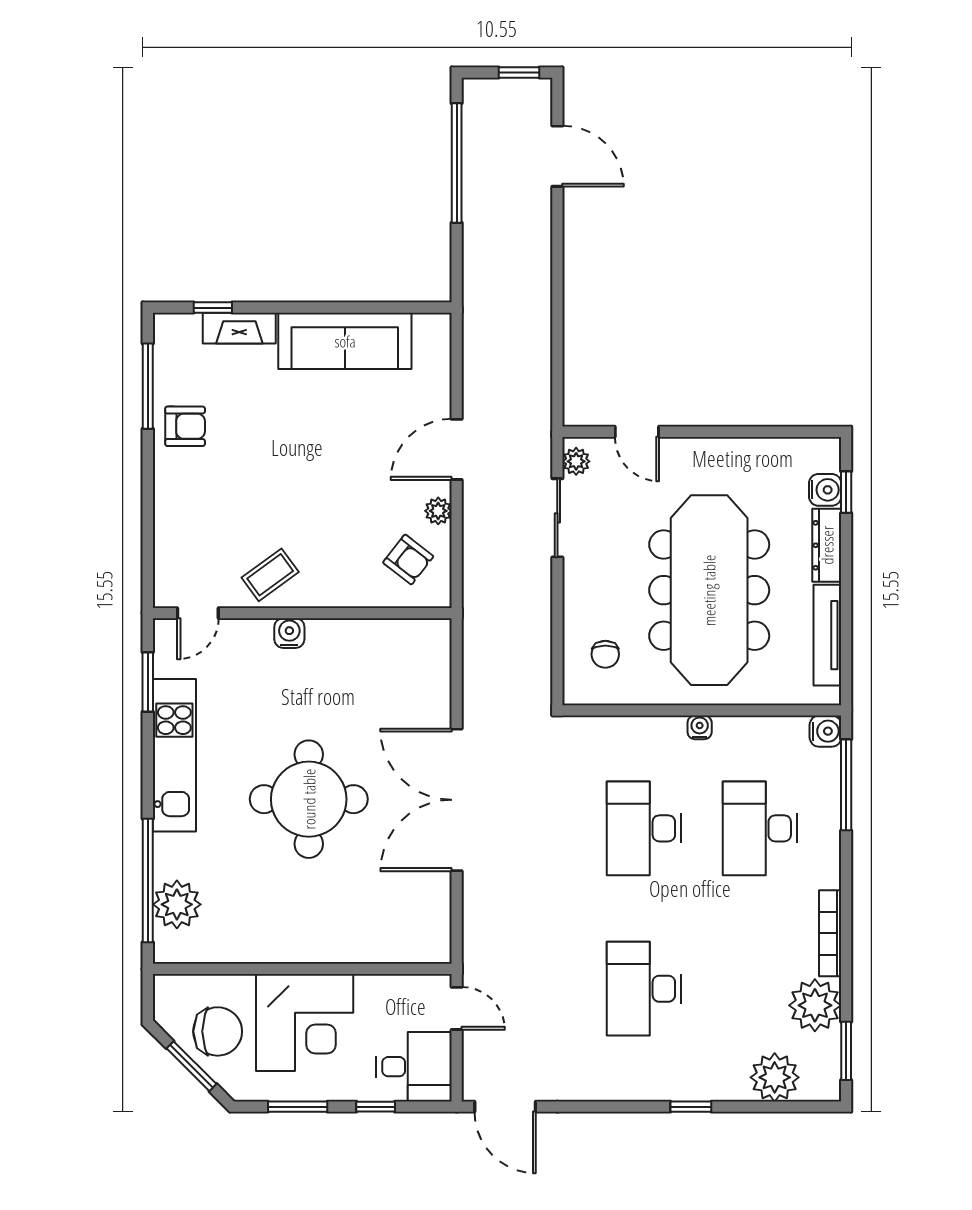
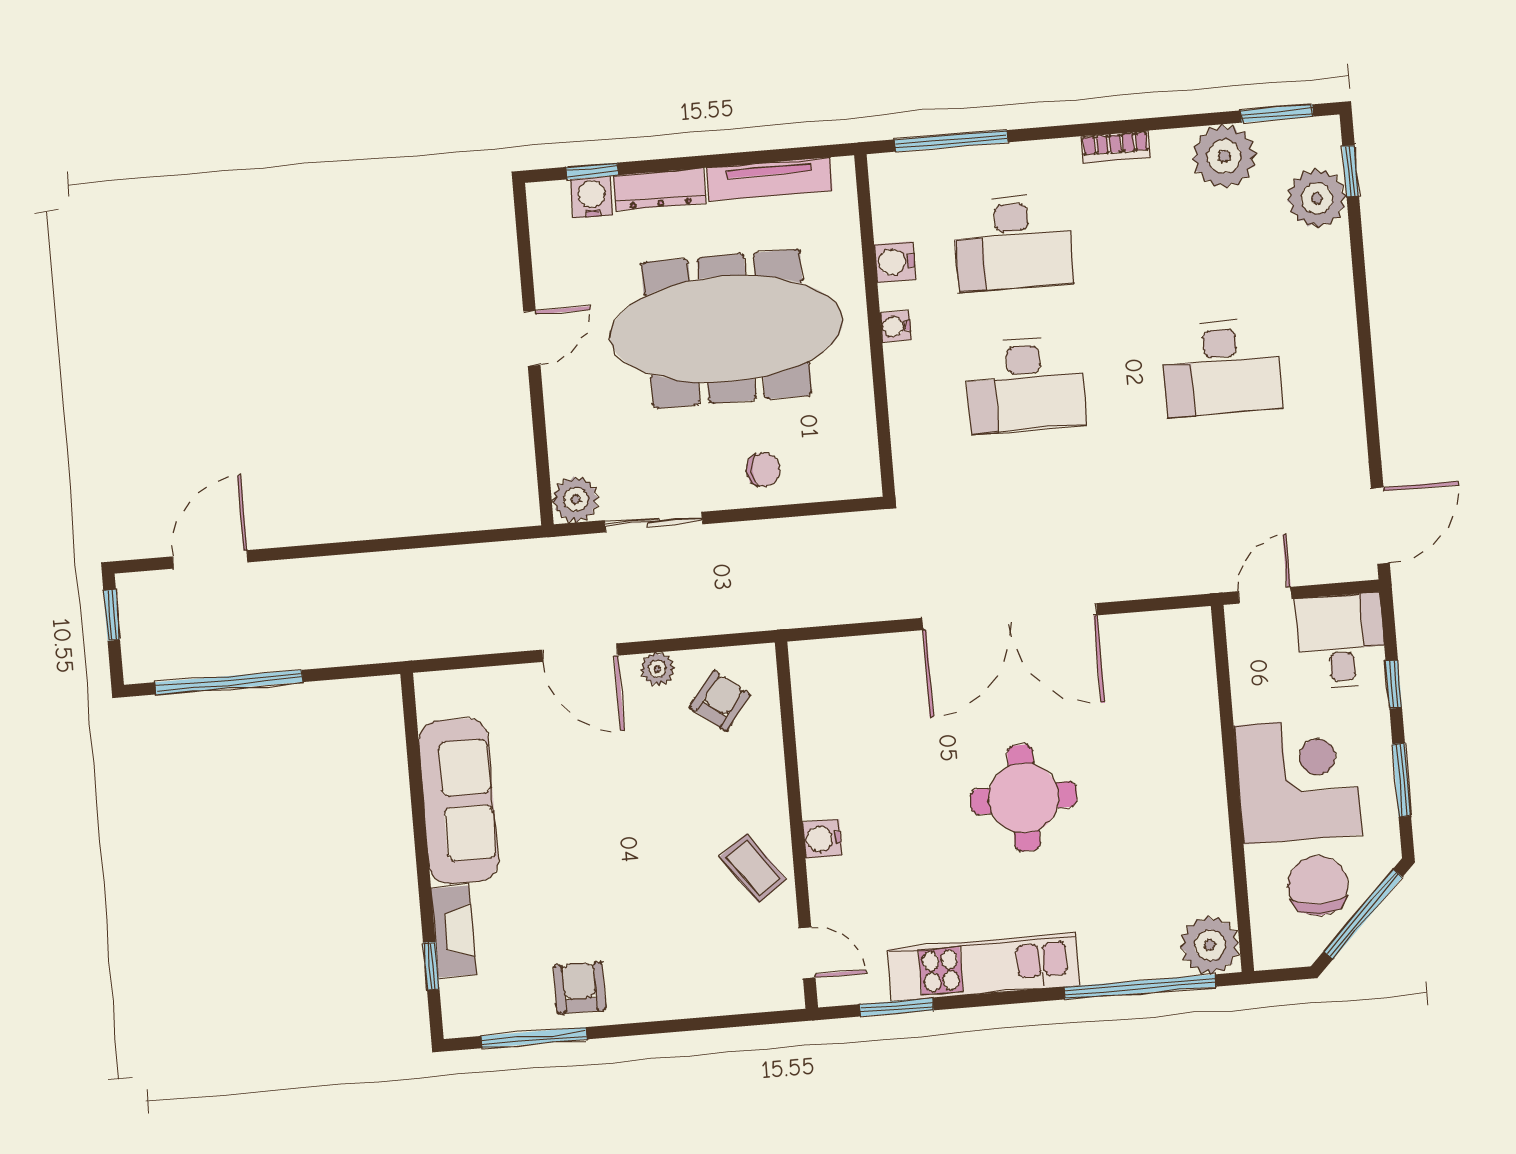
door: (637, 432) -> (532, 338), moved
plant: (576, 461) -> (576, 499), width x1.38, depth x1.38
chair: (605, 654) -> (763, 470), moved
water cooler: (825, 731) -> (895, 262), moved, turned -90
round table: (309, 799) -> (1024, 798), width x0.73, depth x0.73
plant: (177, 904) -> (1210, 945), moved
bookcase: (830, 933) -> (1116, 147), width x0.64
window: (191, 1066) -> (1363, 914), width x1.44
window: (691, 1107) -> (1351, 171), moved

